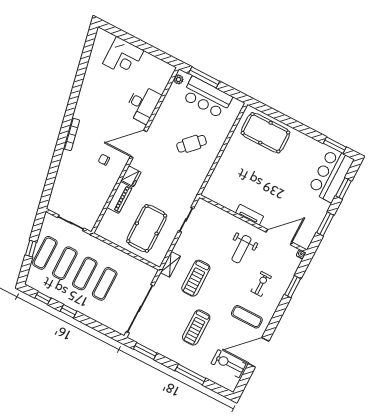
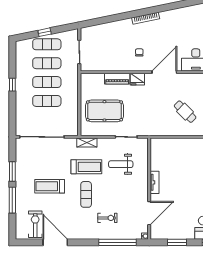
door: (138, 144) -> (164, 72), hinge flipped
door: (279, 237) -> (149, 213), hinge flipped
weight bench: (241, 249) -> (121, 164), moved
treadmill: (196, 278) -> (86, 167), turned 180
window: (293, 287) -> (118, 242), width x2.11
window: (43, 298) -> (12, 60), removed
exercise mat: (247, 317) -> (86, 194), moved
window: (145, 351) -> (12, 171), moved

